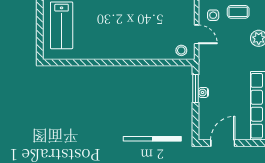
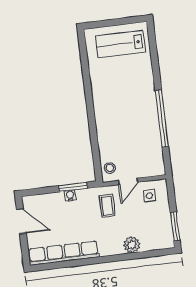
coffee table: (238, 12) -> (107, 206), moved

